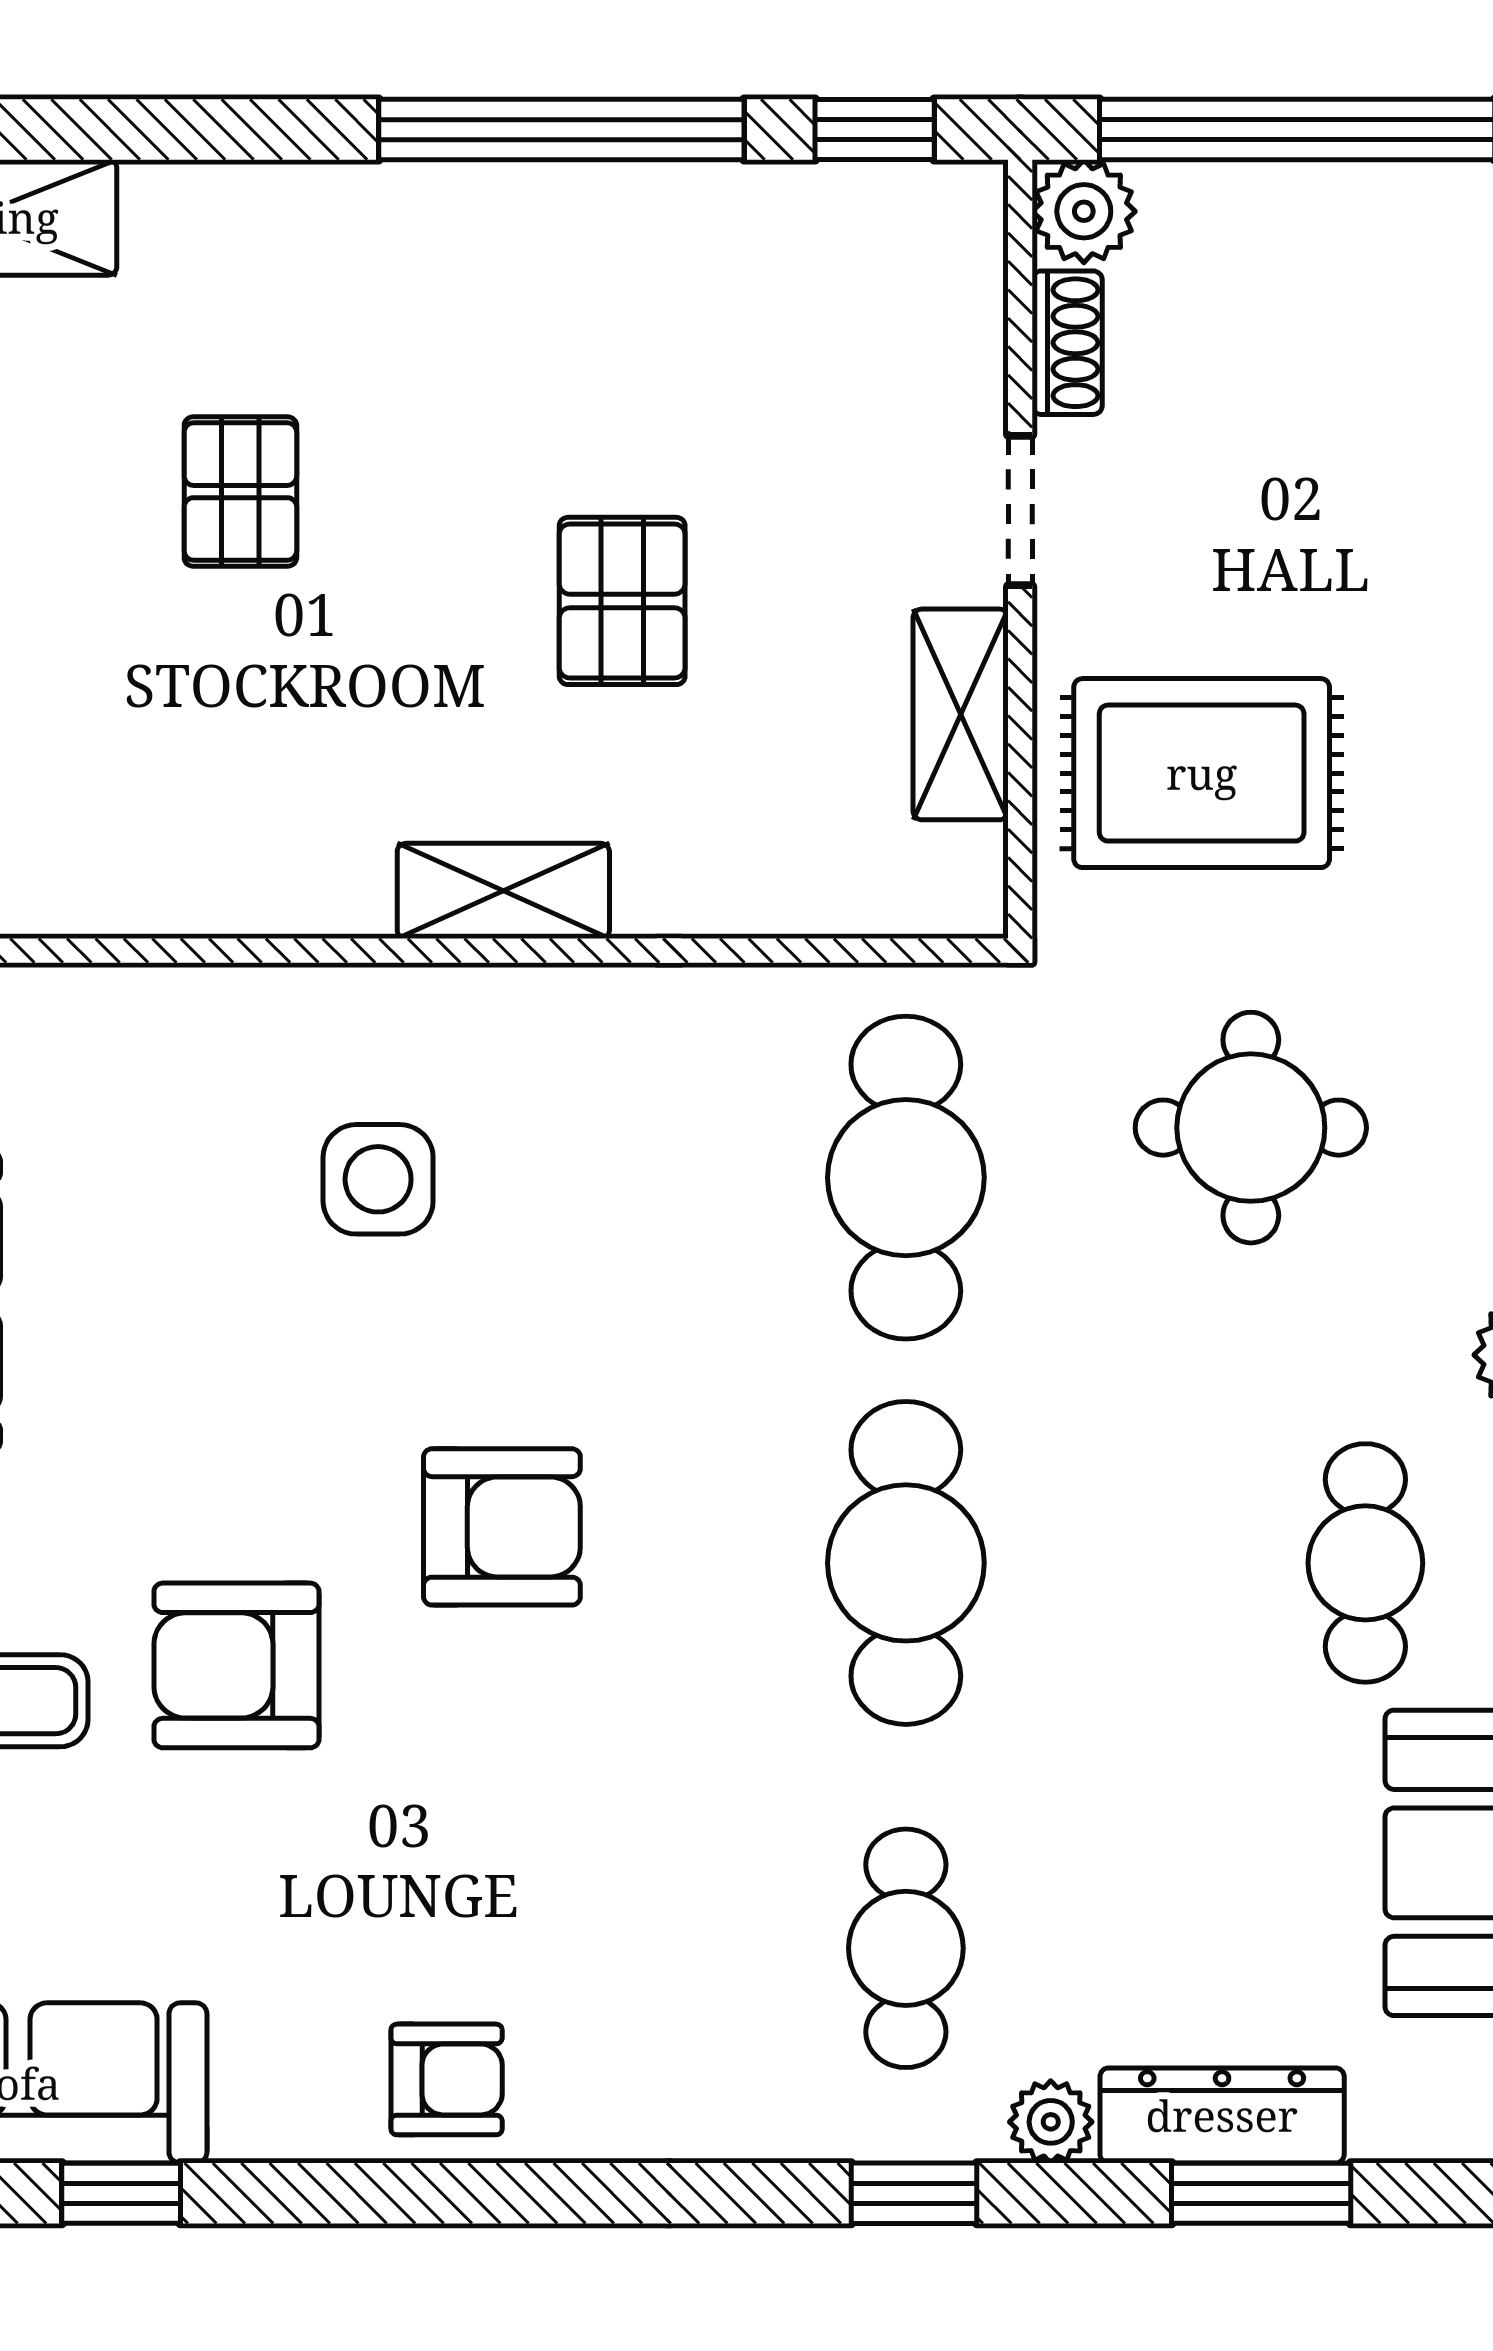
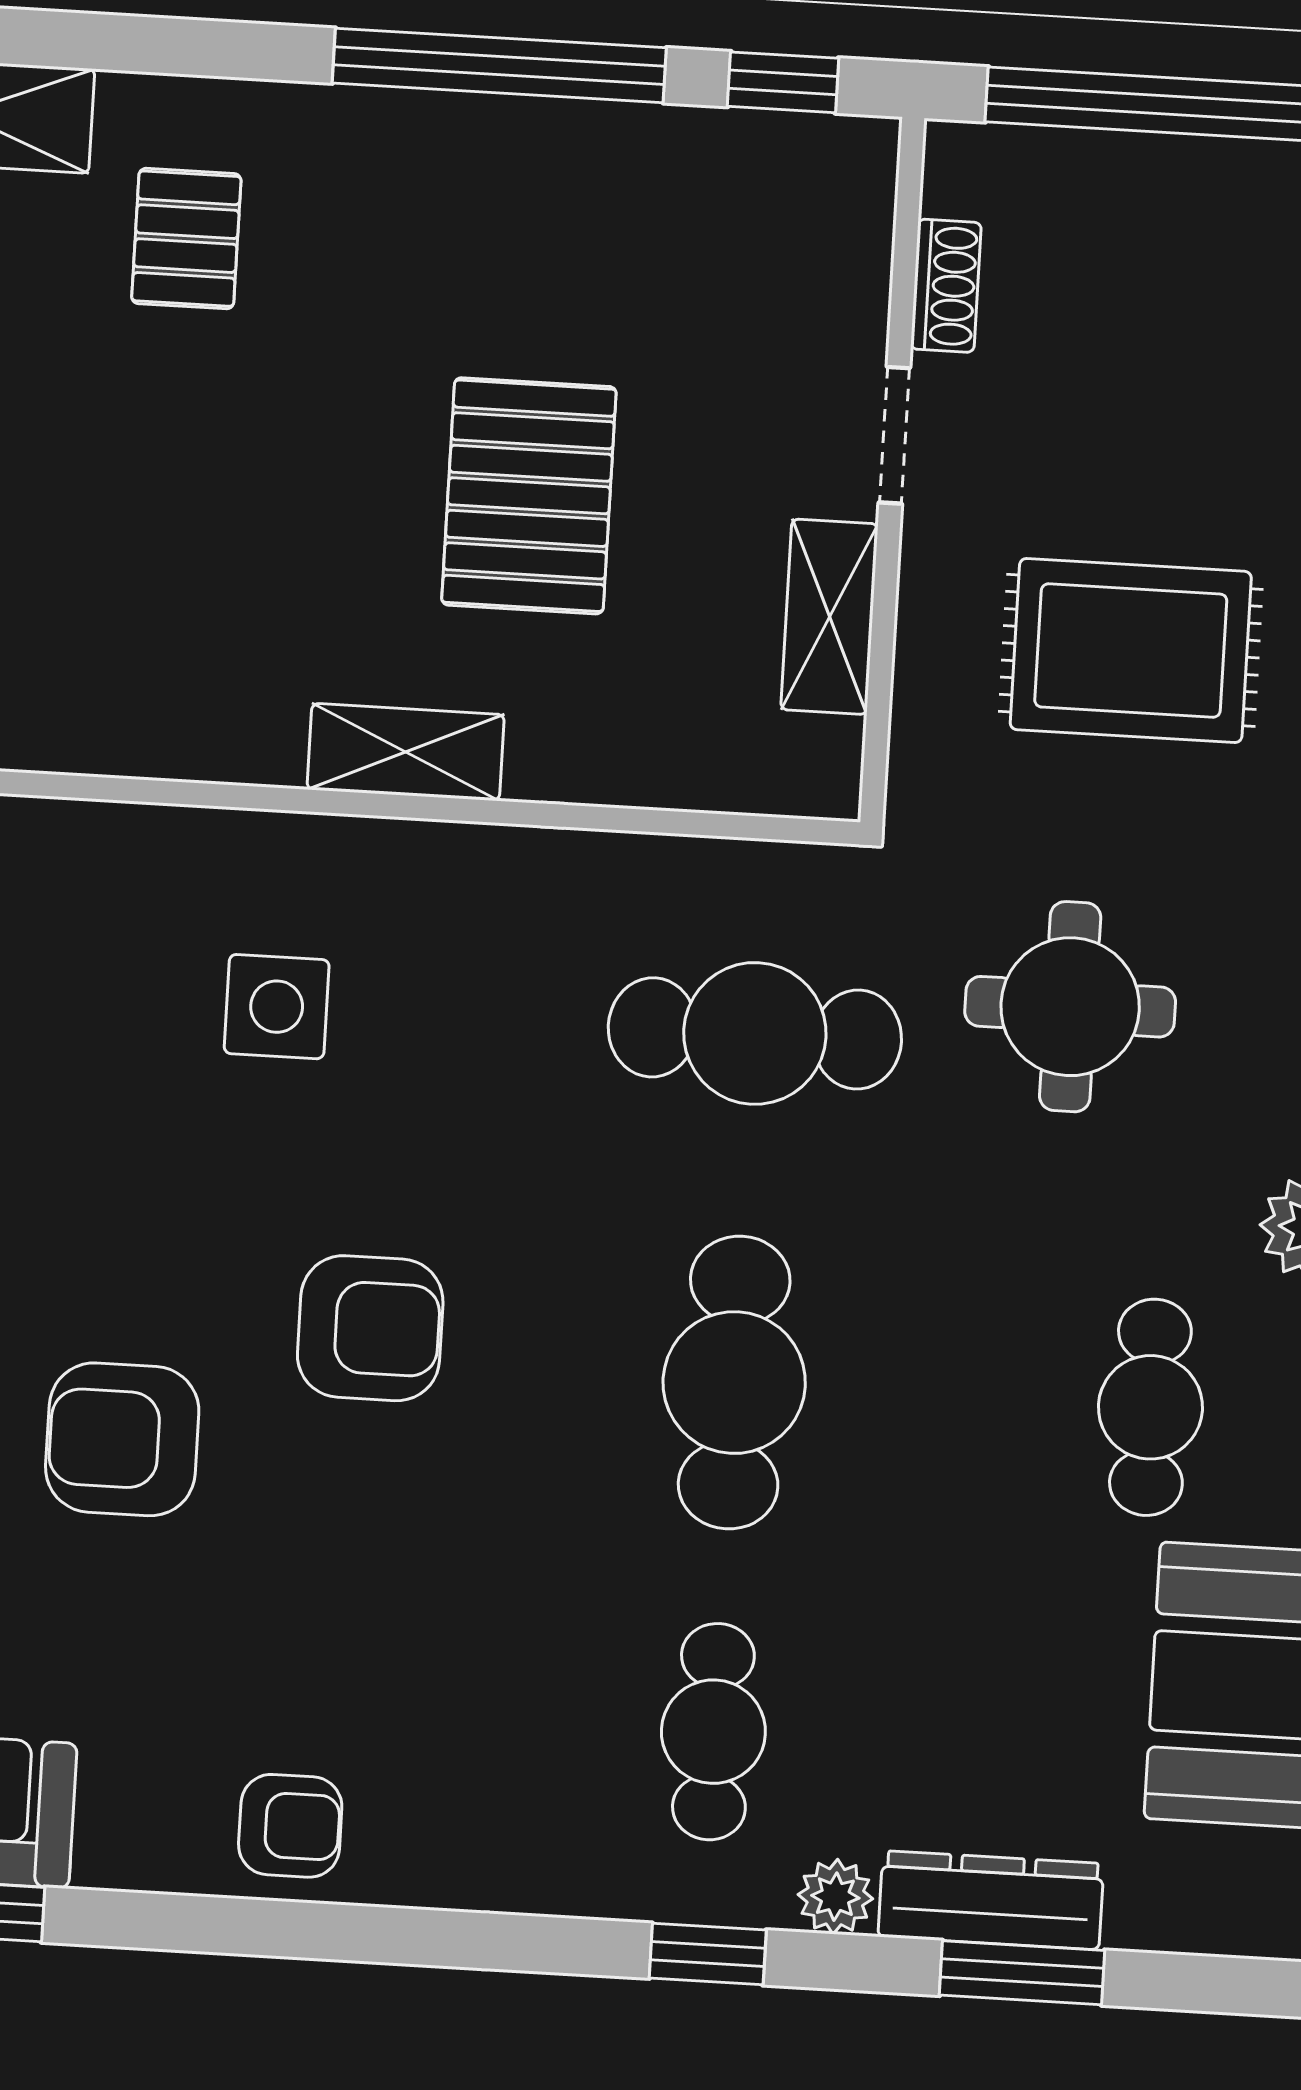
plant: (1084, 211) -> (968, 168), removed
pallet: (240, 492) -> (186, 239), moved
pallet: (622, 601) -> (529, 496), width x1.50, depth x1.42
rug: (1202, 773) -> (1131, 651), moved
cafe table: (906, 1178) -> (755, 1033), turned 90

